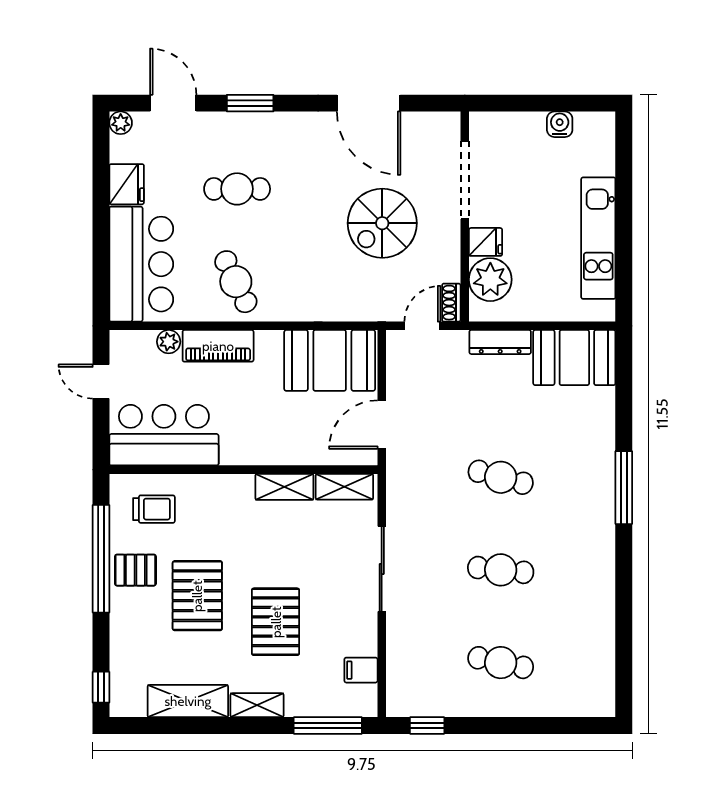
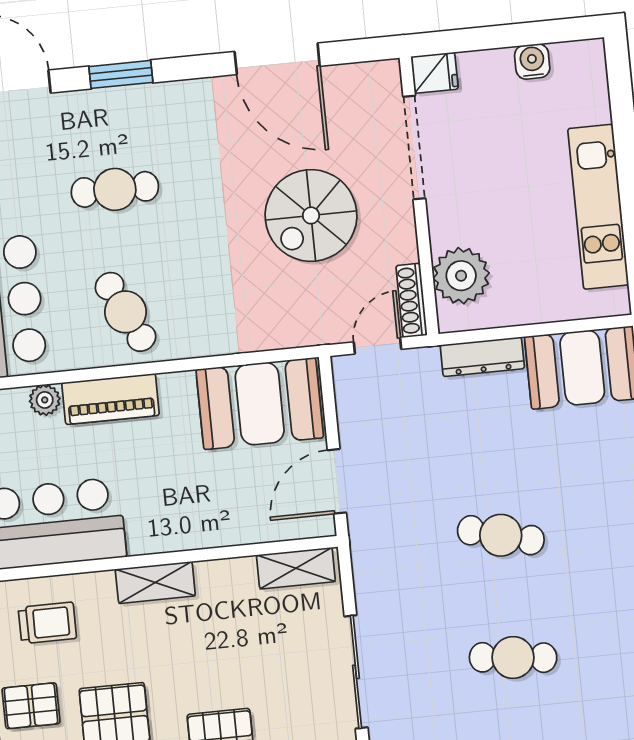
fridge: (486, 242) -> (435, 73), moved
shoe rack: (451, 303) -> (412, 300), width x1.43
shelving: (284, 487) -> (155, 583), moved

